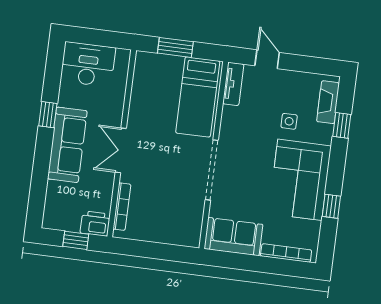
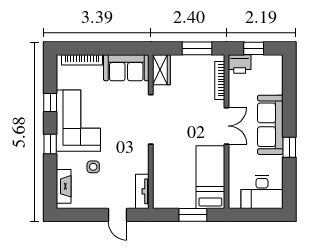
bed: (198, 97) -> (210, 177), moved
window: (342, 125) -> (50, 144), moved
wardrobe: (191, 229) -> (161, 70), added
window: (144, 249) -> (197, 48), added

